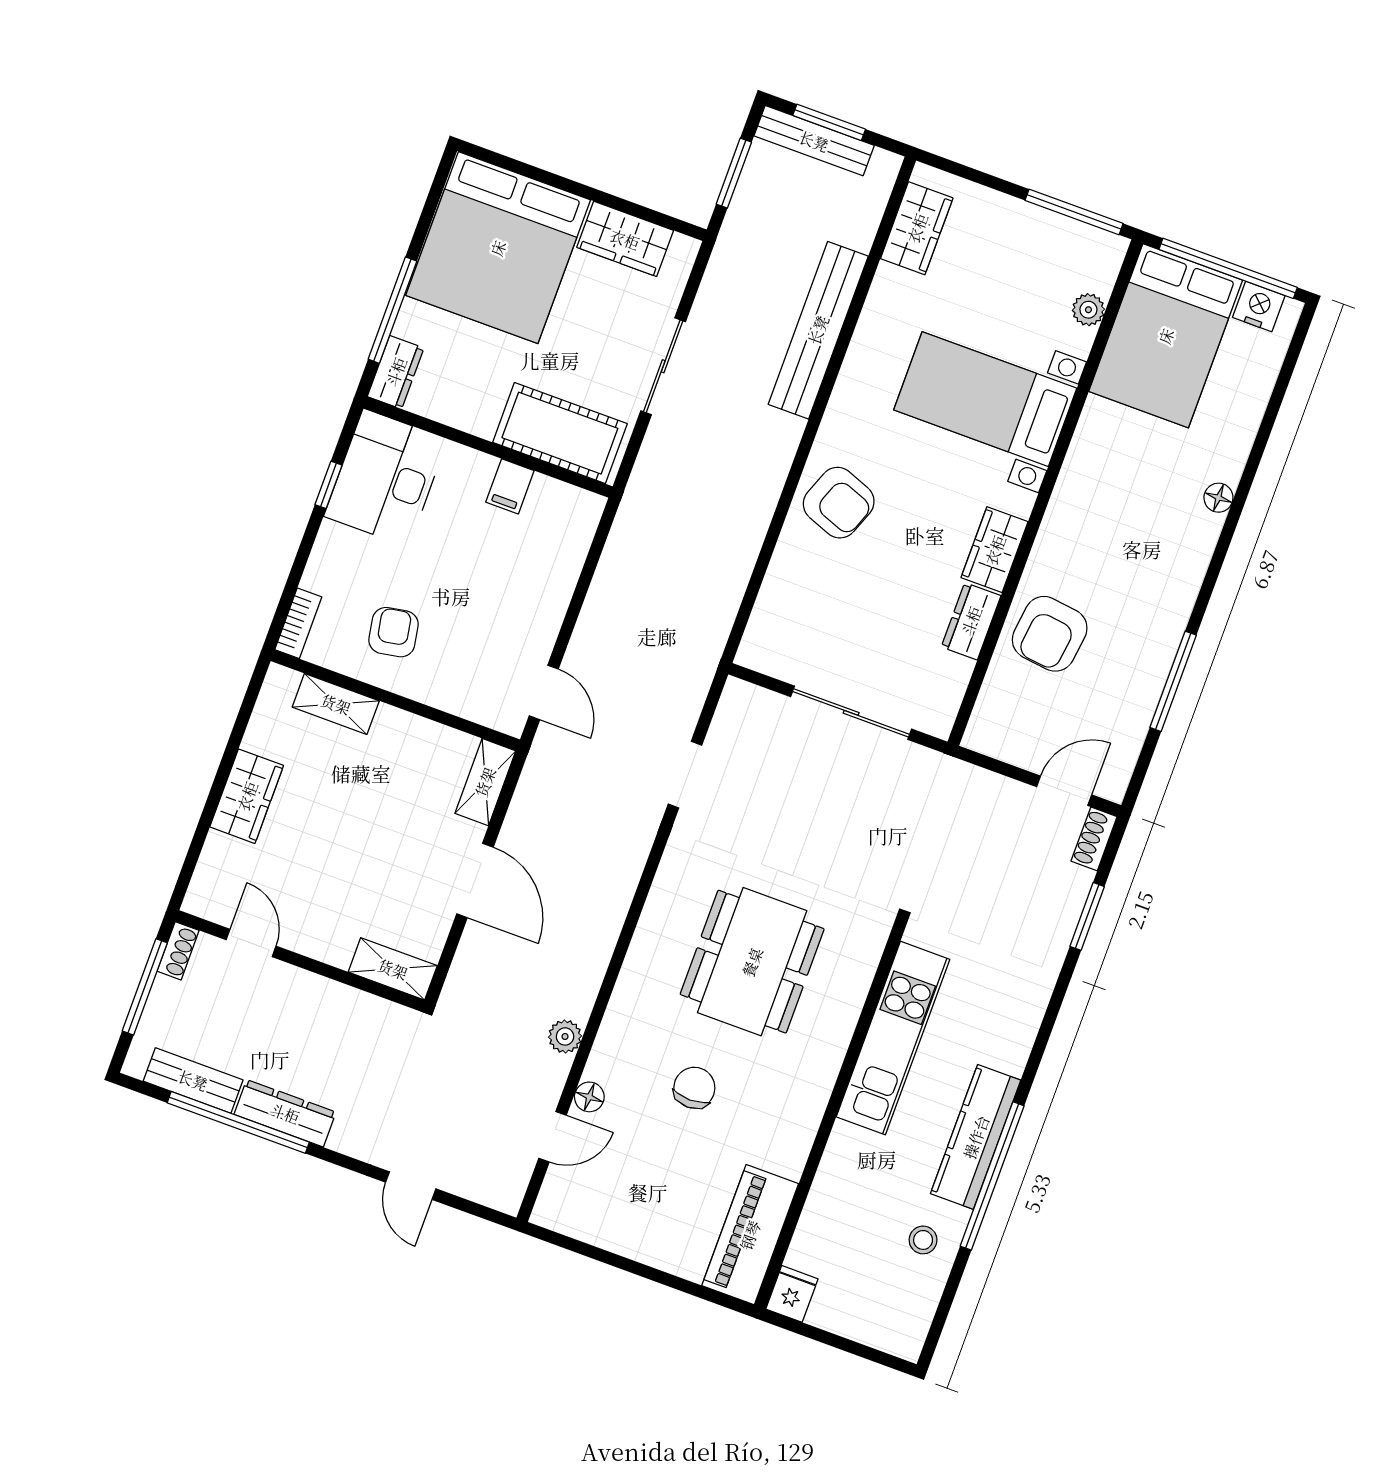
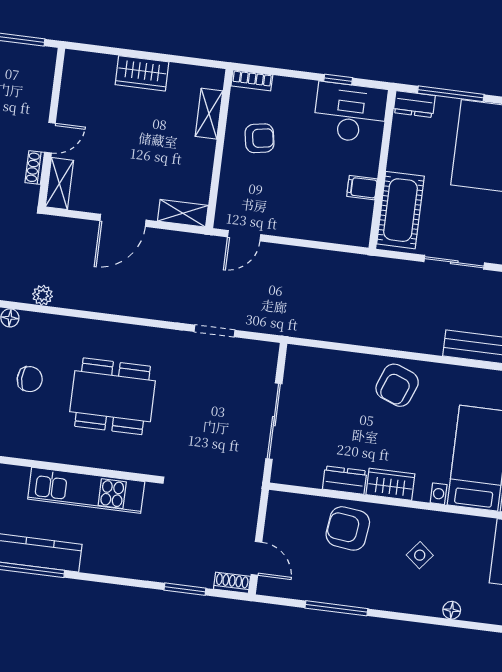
side table: (1119, 529) -> (420, 555), added
door: (251, 943) -> (50, 138), moved
shoe rack: (178, 951) -> (35, 168), moved, turned 90

